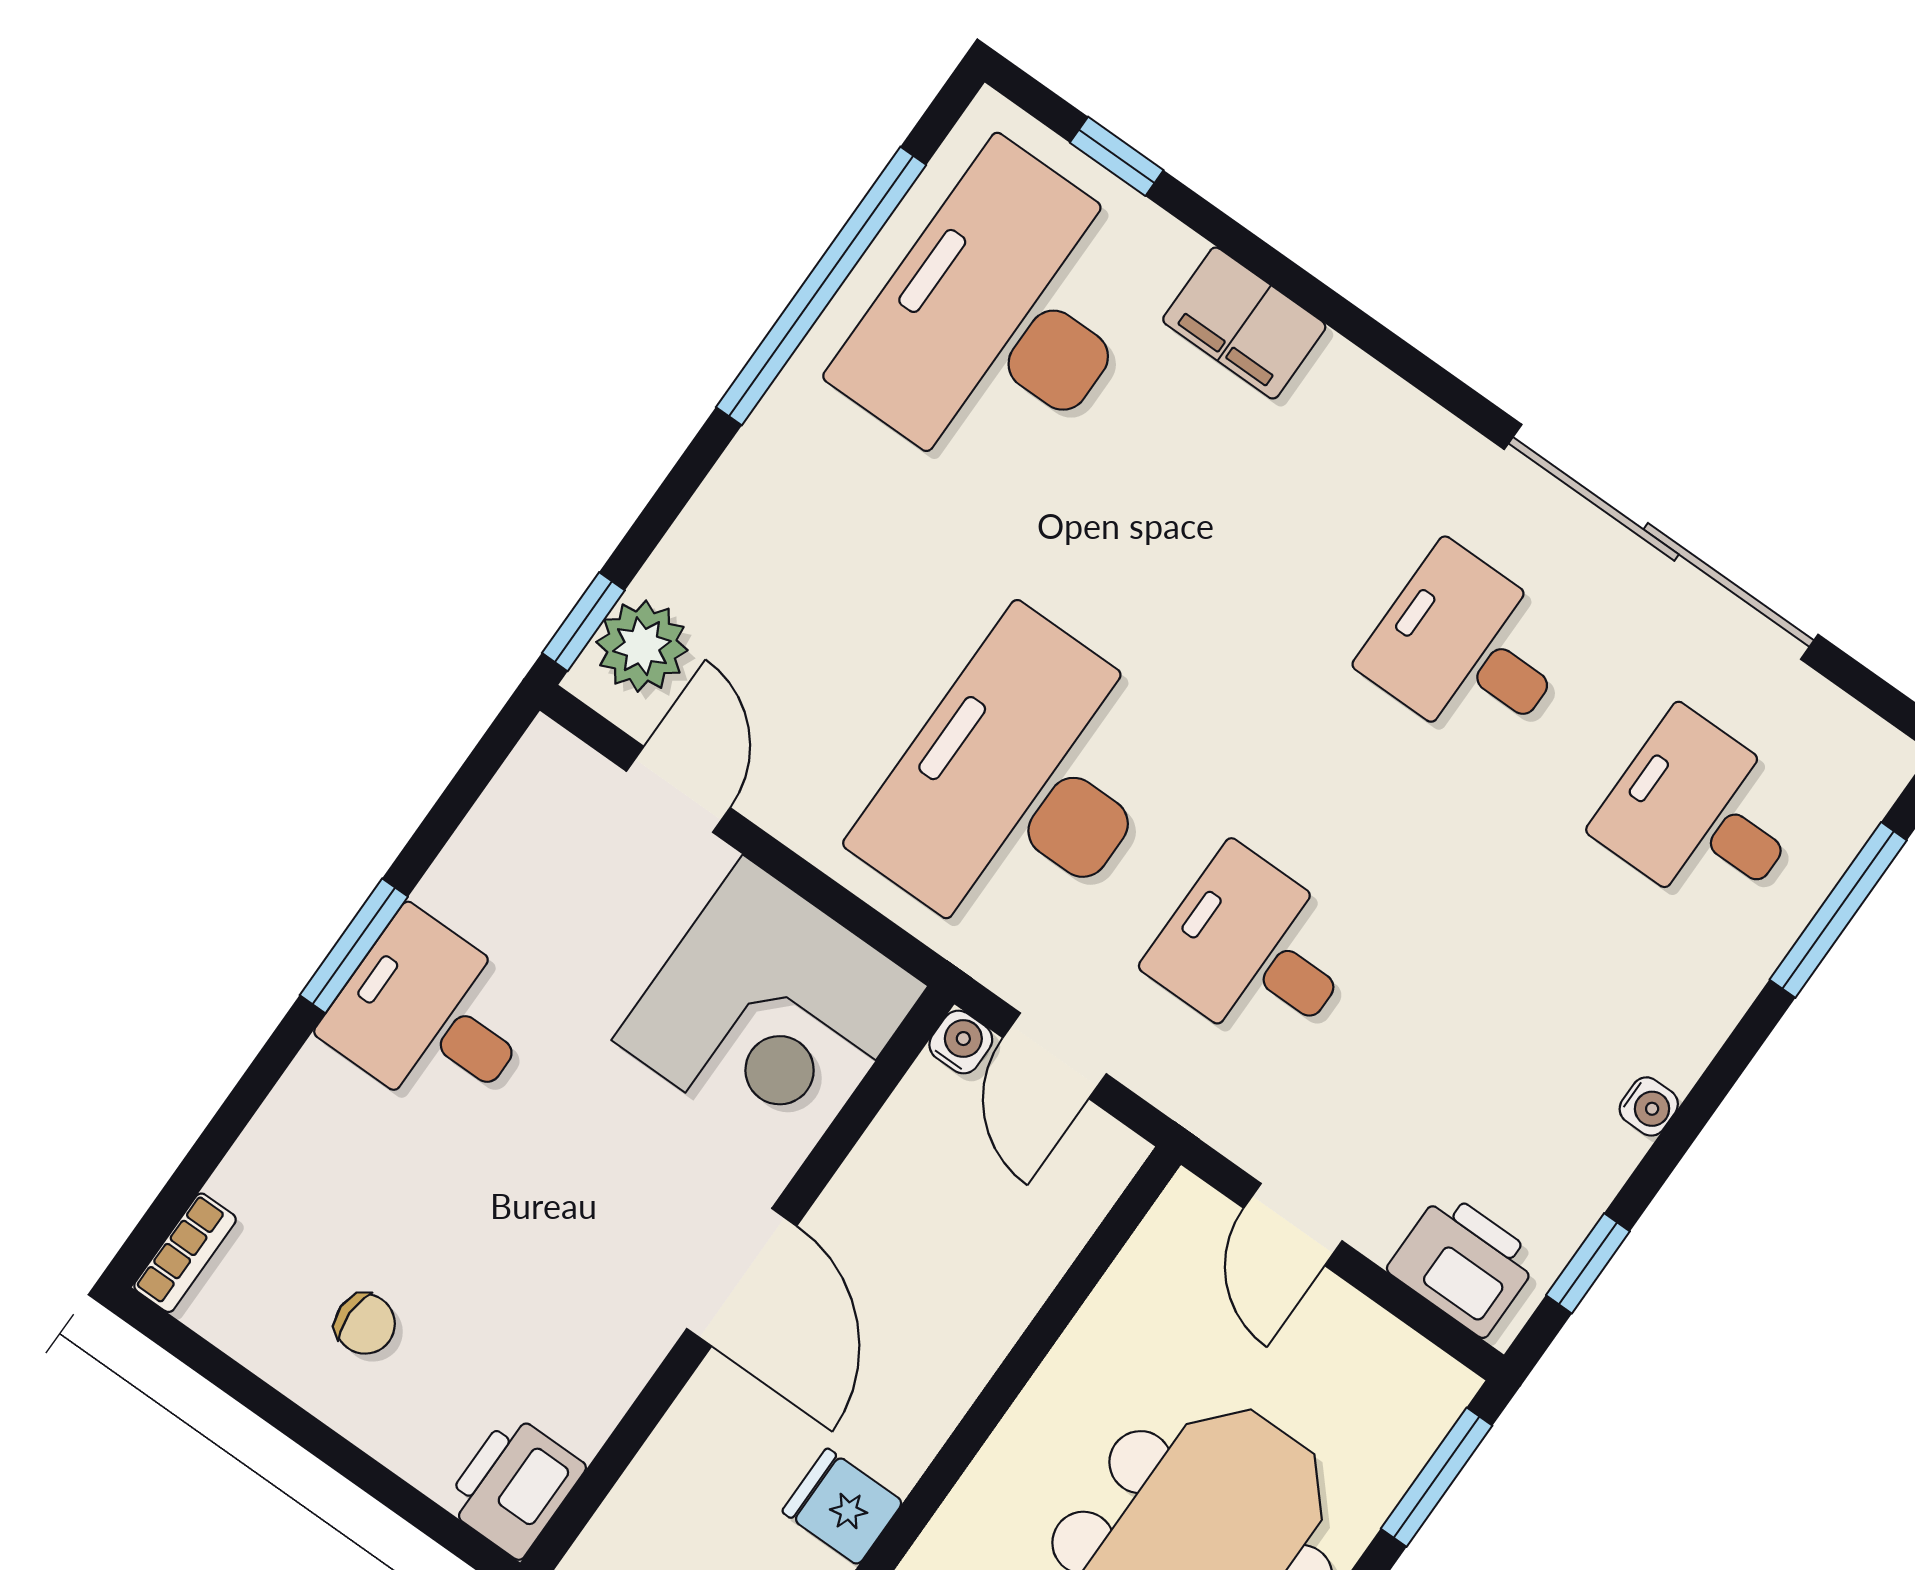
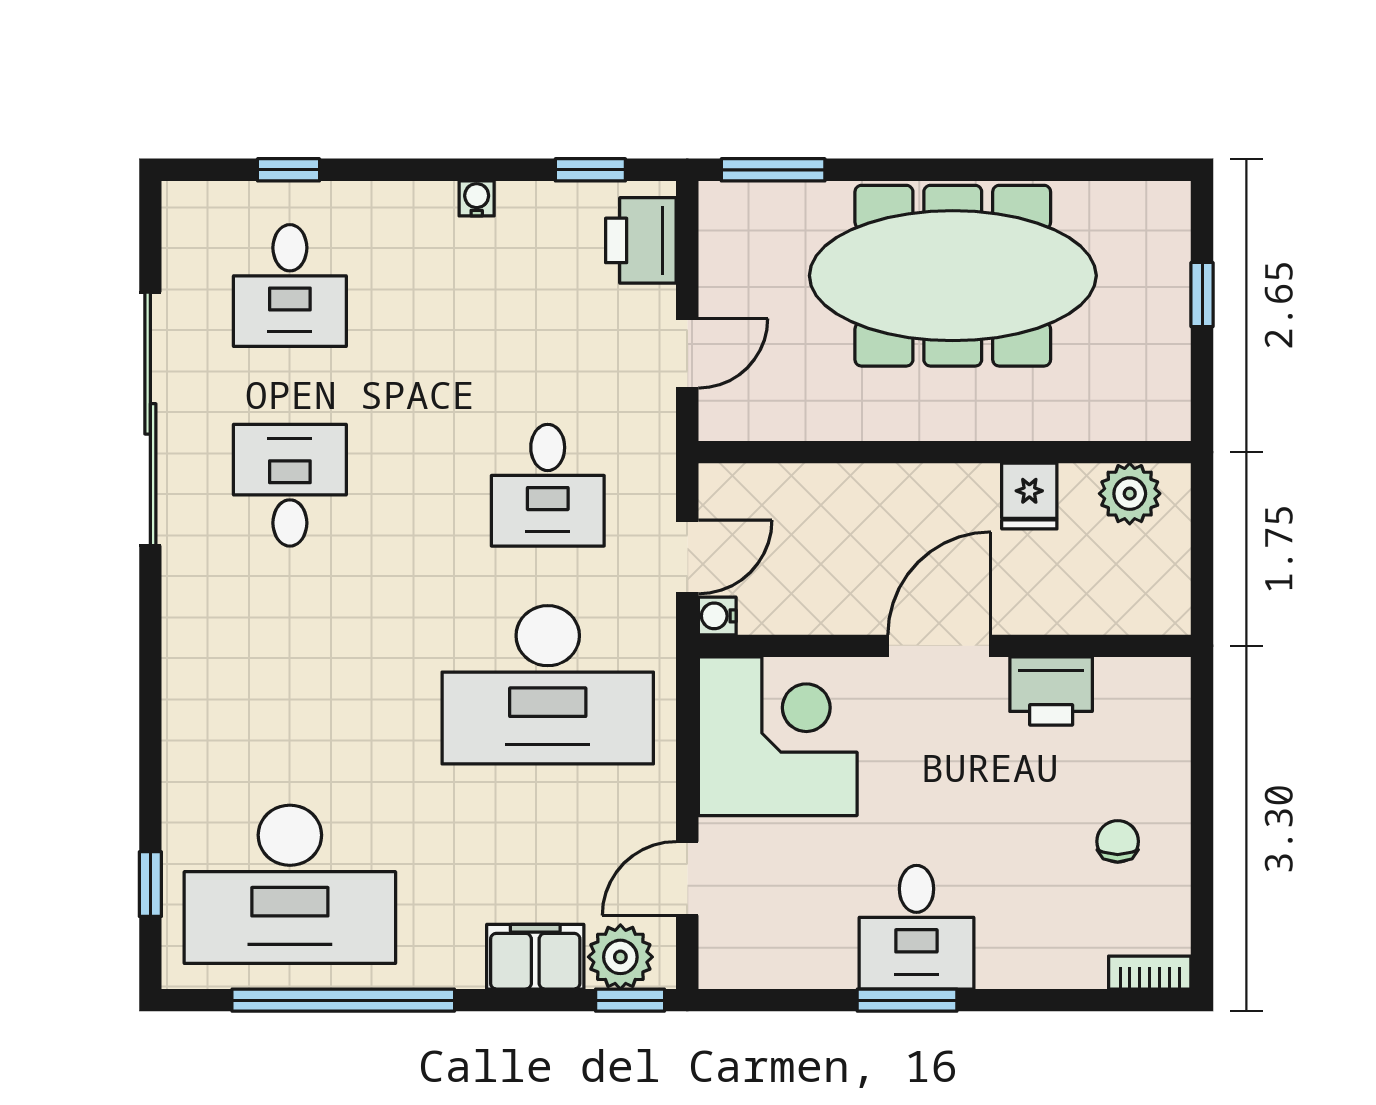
filing cabinet: (1244, 323) -> (535, 957), moved, turned -90
desk: (1468, 650) -> (290, 485), turned 180
window: (1838, 910) -> (288, 170), width x0.46
printer: (515, 1486) -> (1051, 691), moved

